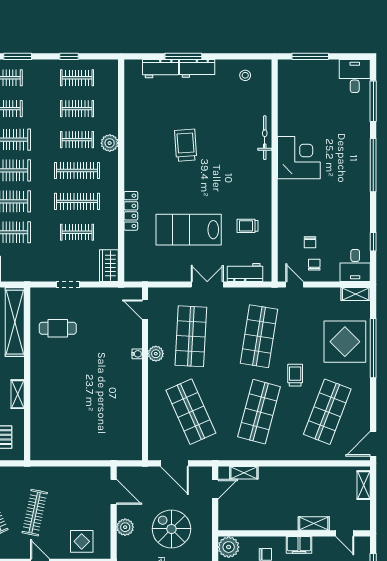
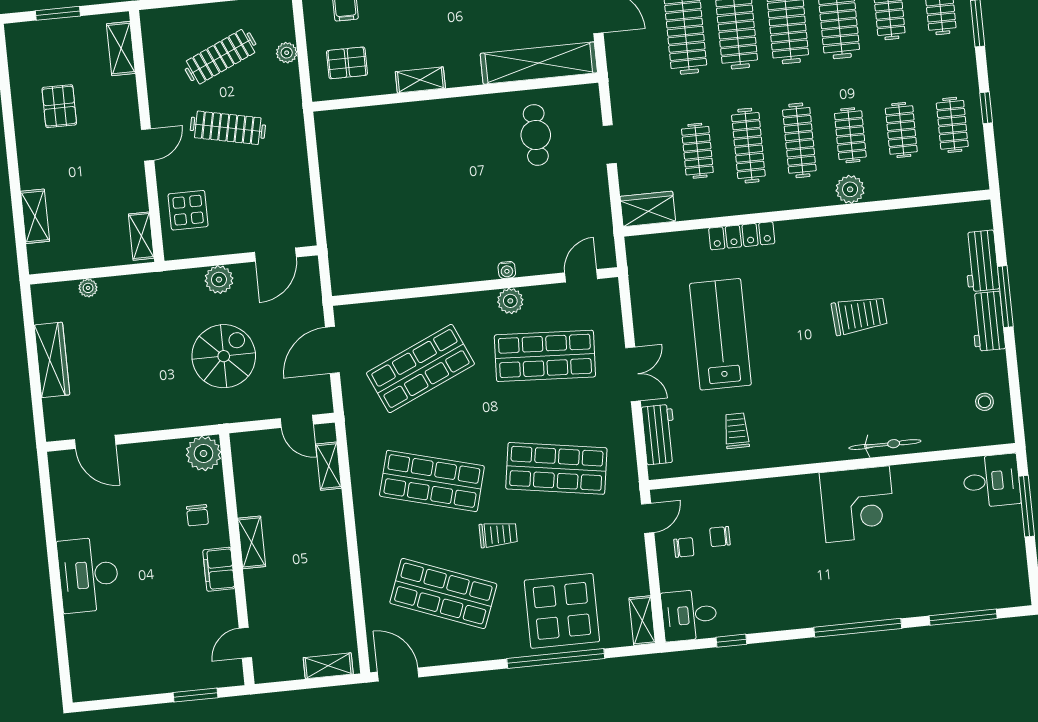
desk: (355, 76) -> (991, 481), moved
shelving: (314, 524) -> (252, 542), moved

